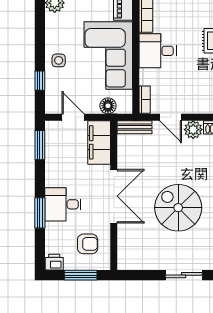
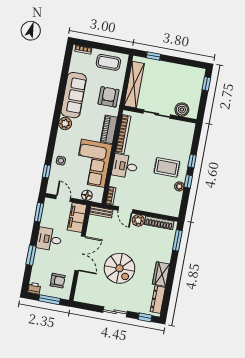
desk: (63, 204) -> (49, 239), moved
spiral stairs: (178, 208) -> (119, 268), turned 180

